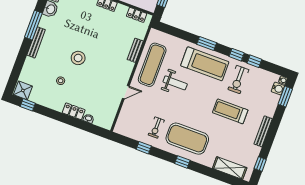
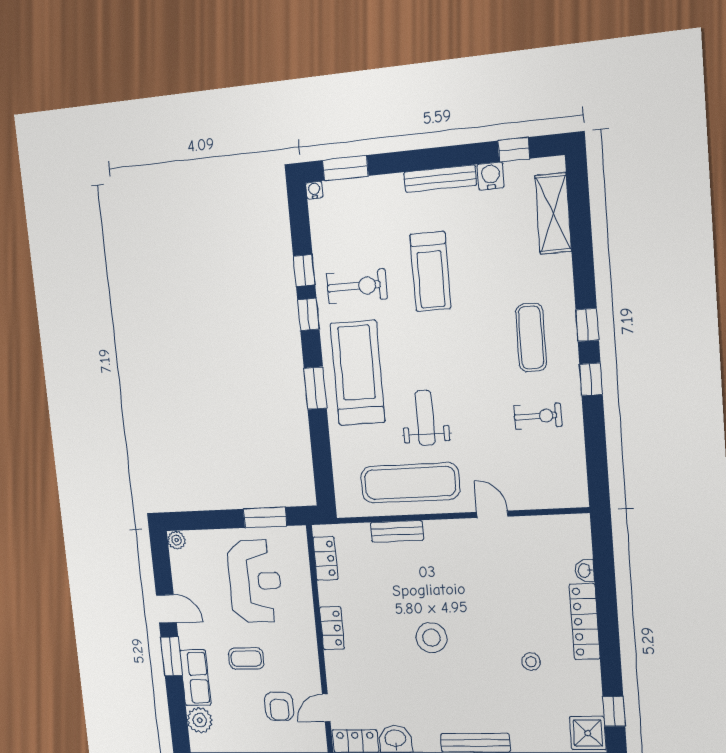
stool: (78, 58) -> (431, 638), moved
water cooler: (278, 89) -> (491, 176), moved
locker: (74, 111) -> (584, 622), width x1.53
exercise mat: (187, 139) -> (531, 338), width x0.50, depth x0.69
window: (144, 148) -> (591, 379), moved

